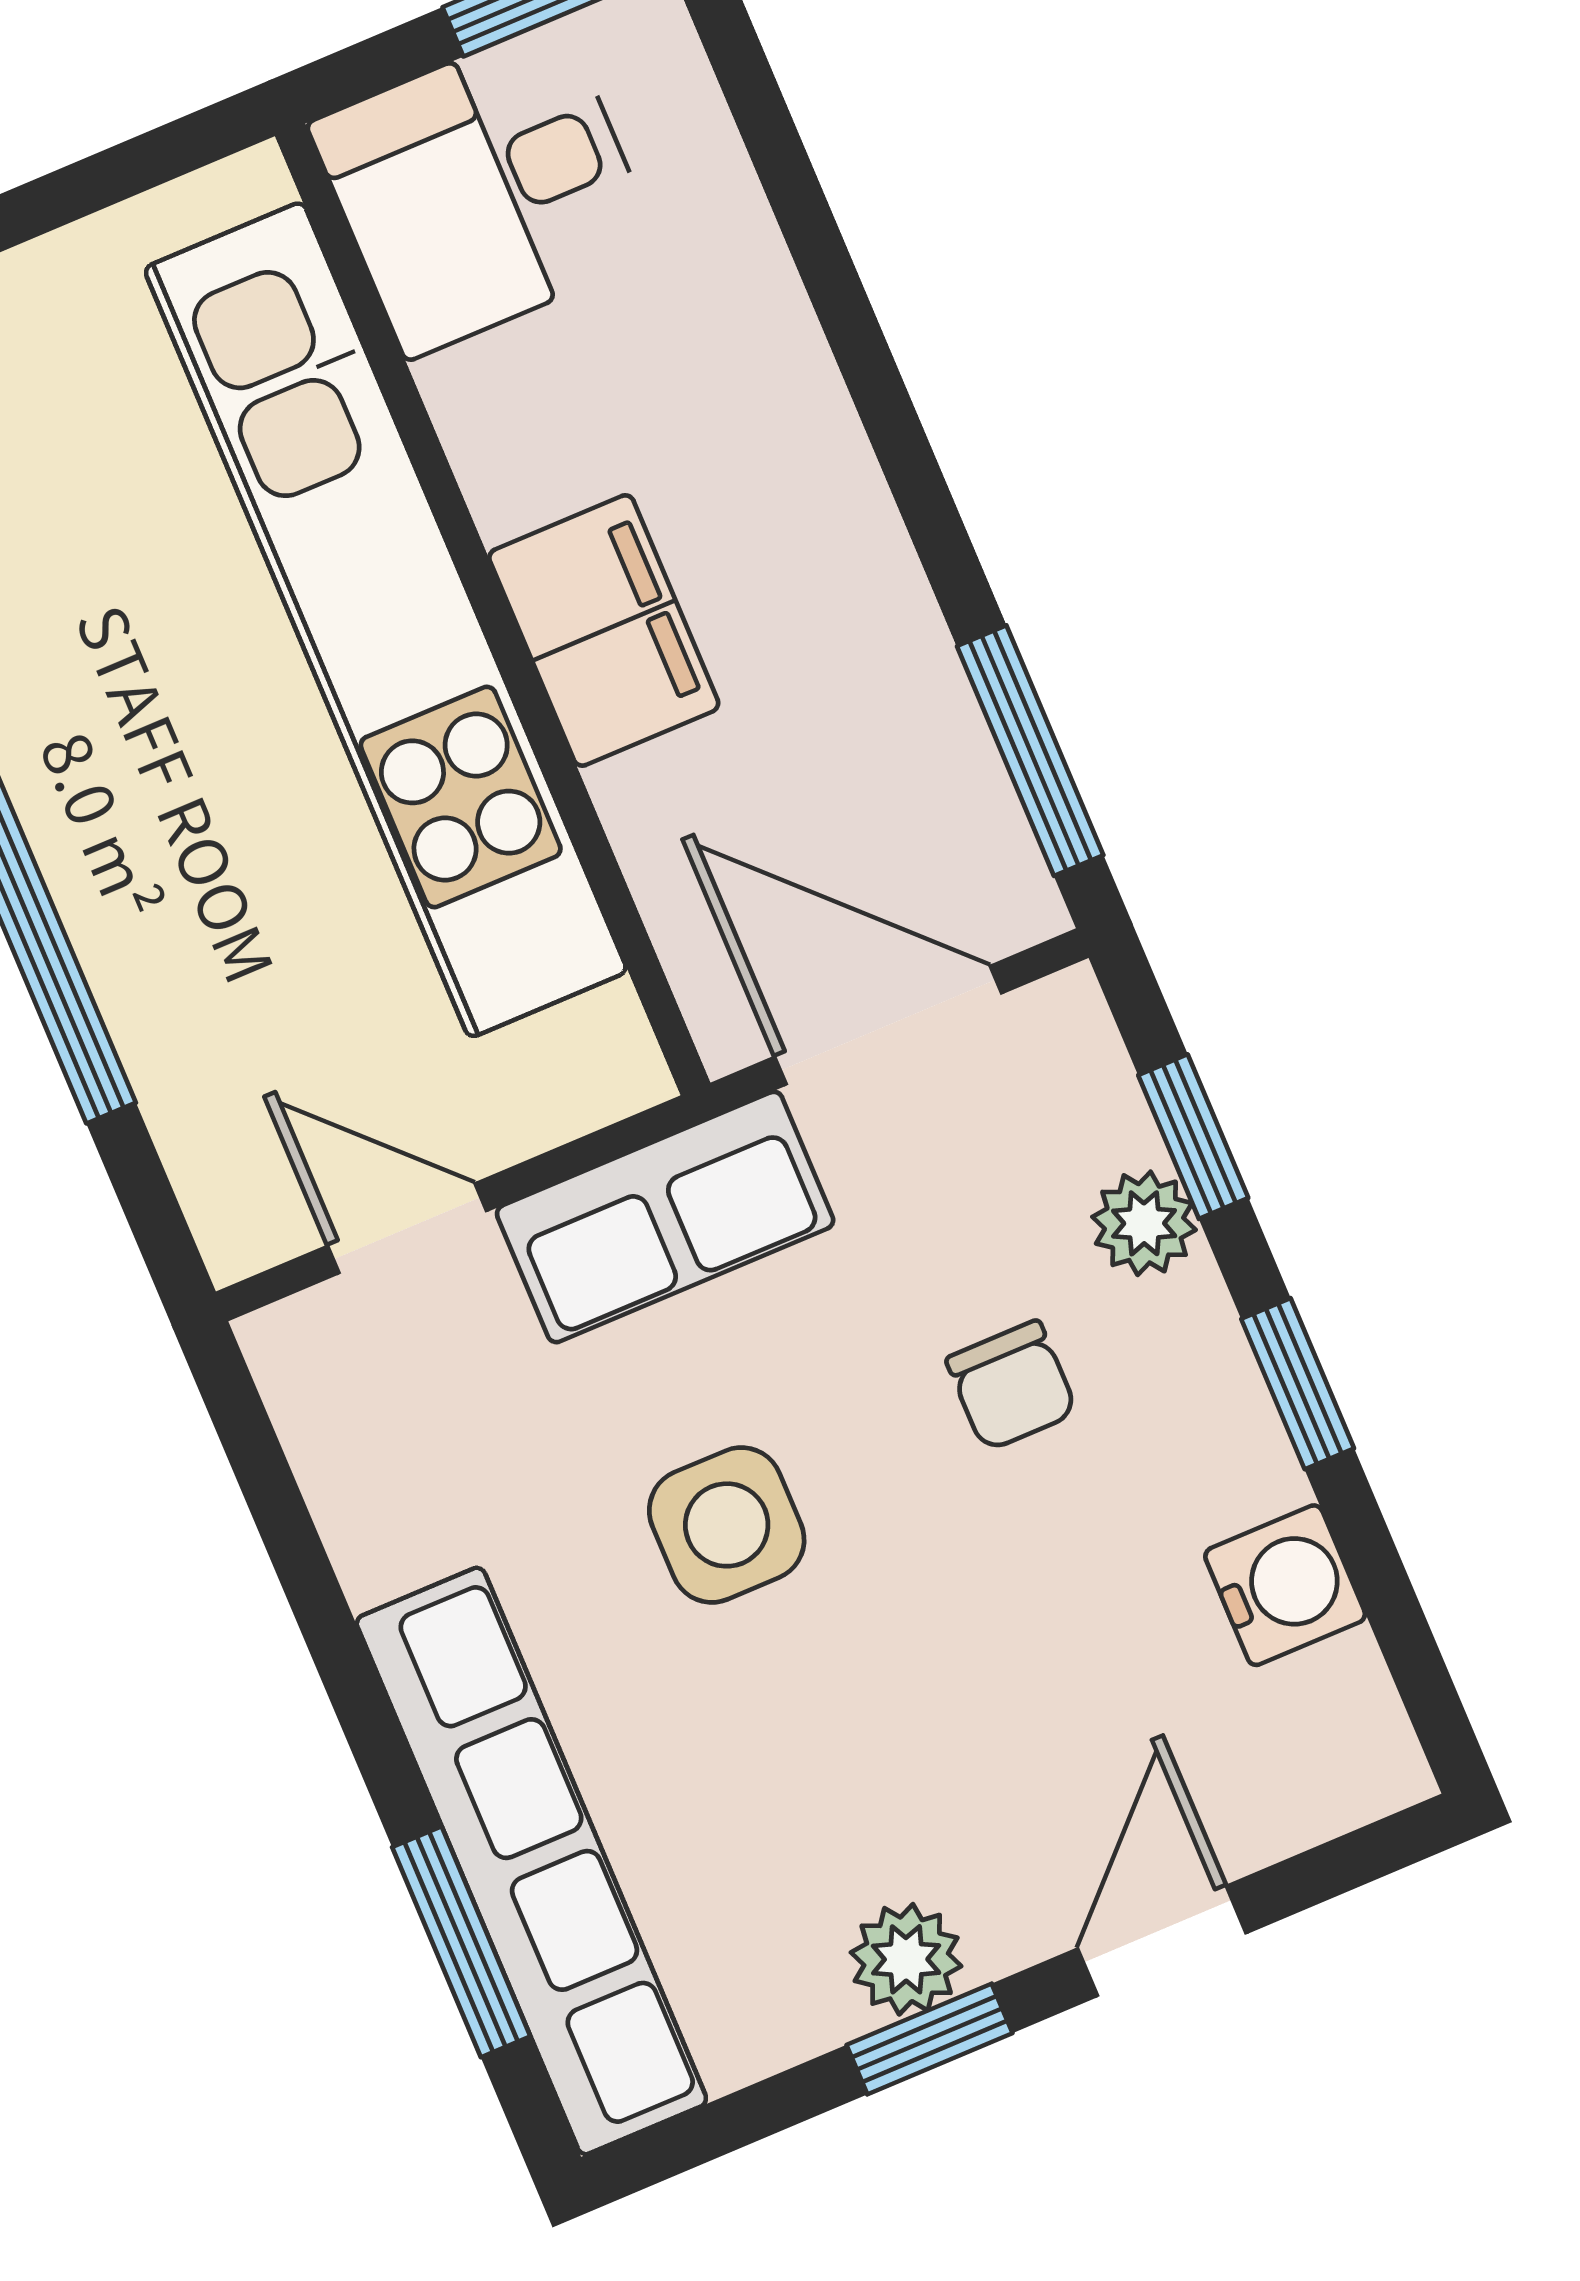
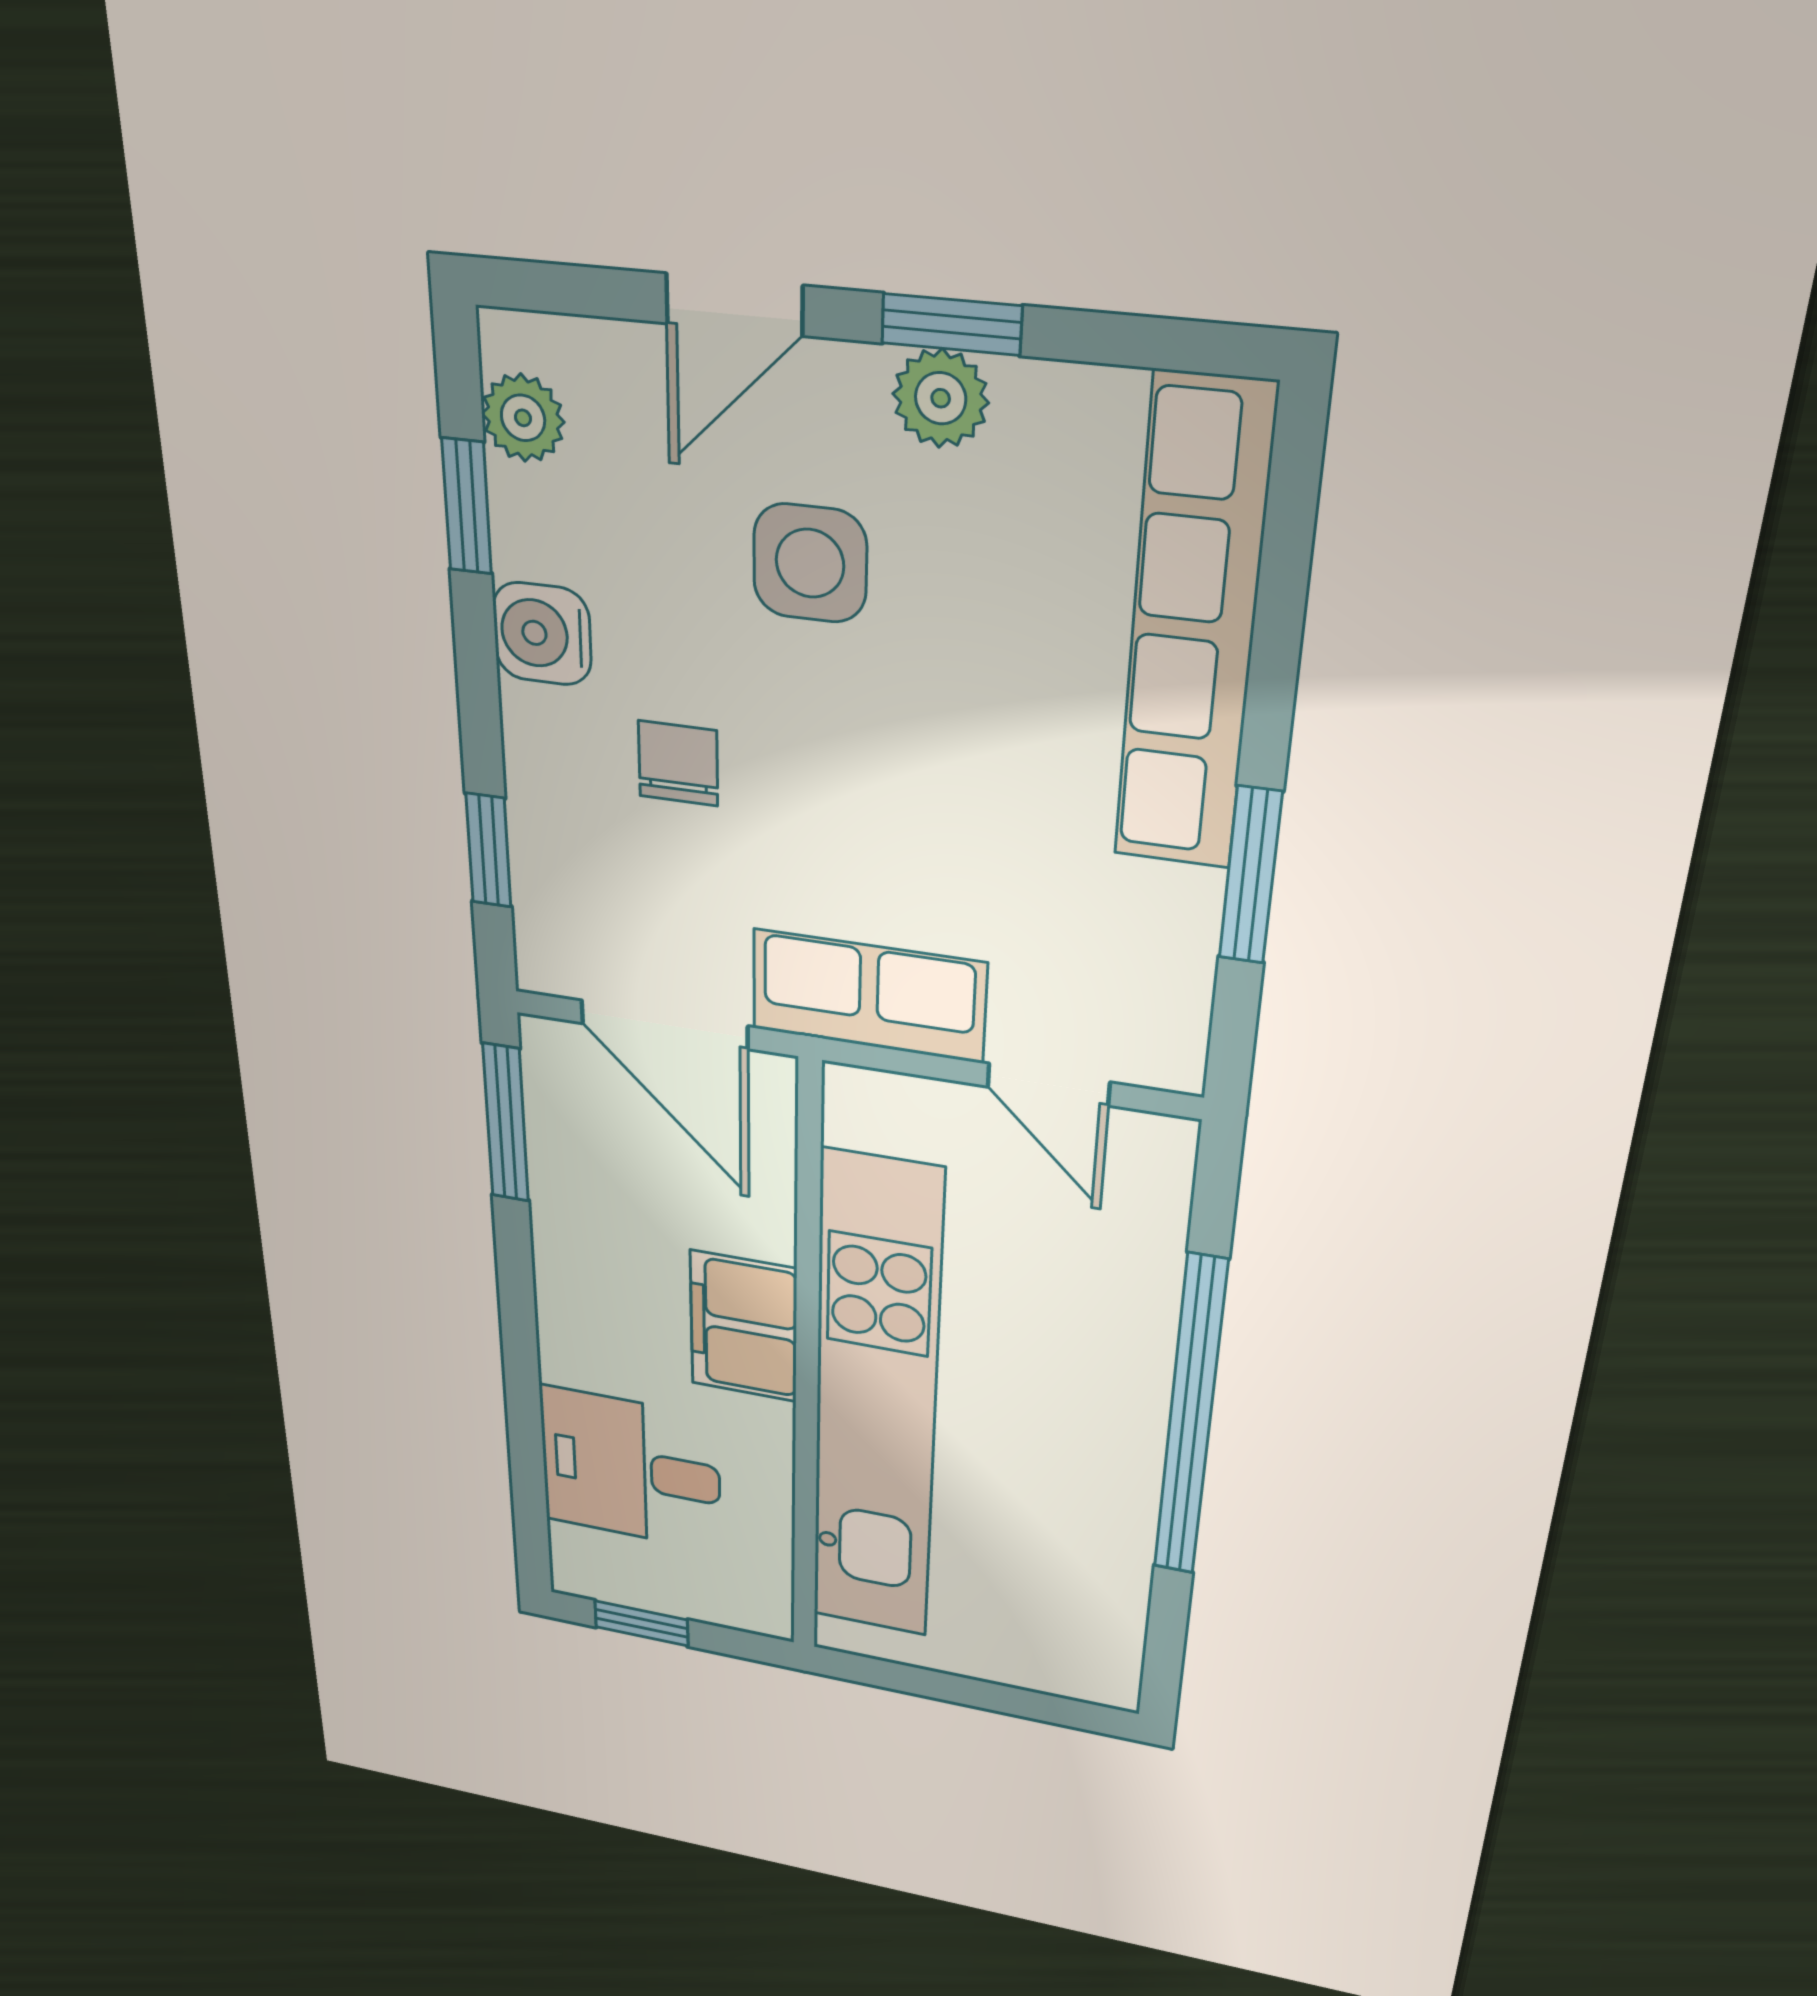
desk: (484, 189) -> (630, 1469), moved, turned 180
plant: (1144, 1223) -> (523, 418), moved
window: (1298, 1384) -> (467, 506), moved
side table: (727, 1525) -> (810, 563), moved
water cooler: (1285, 1585) -> (542, 634), moved
window: (461, 1942) -> (1250, 876), moved

